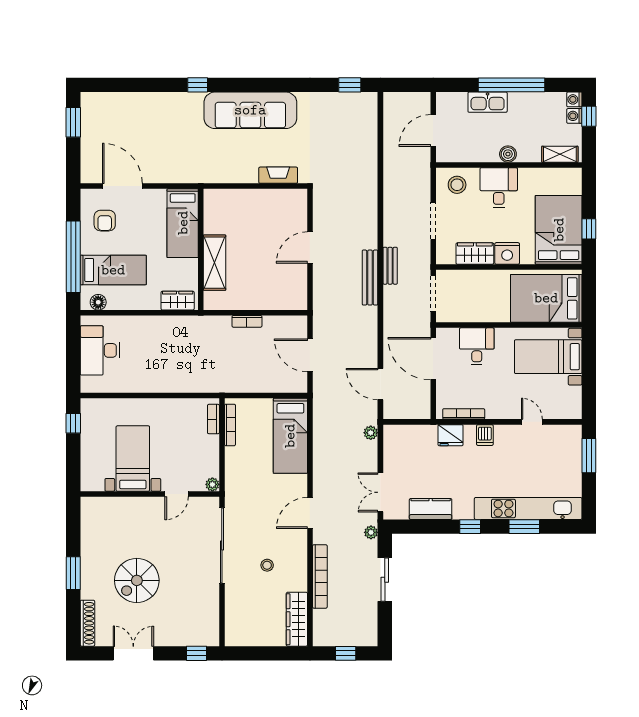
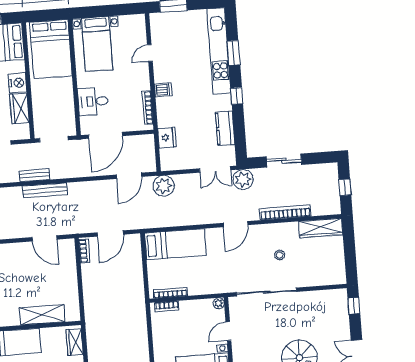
door: (310, 248) -> (44, 238), moved
bookcase: (247, 321) -> (84, 251), moved
plant: (371, 433) -> (164, 186), width x1.88, depth x1.88
fridge: (451, 435) -> (167, 138), moved
door: (177, 494) -> (228, 331), swing flipped
door: (310, 513) -> (236, 224), hinge flipped
plant: (371, 532) -> (243, 179), width x1.87, depth x1.87

